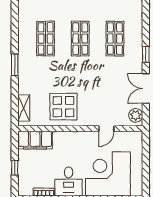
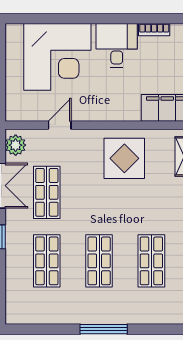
shop shelf: (115, 84) -> (47, 192), added

